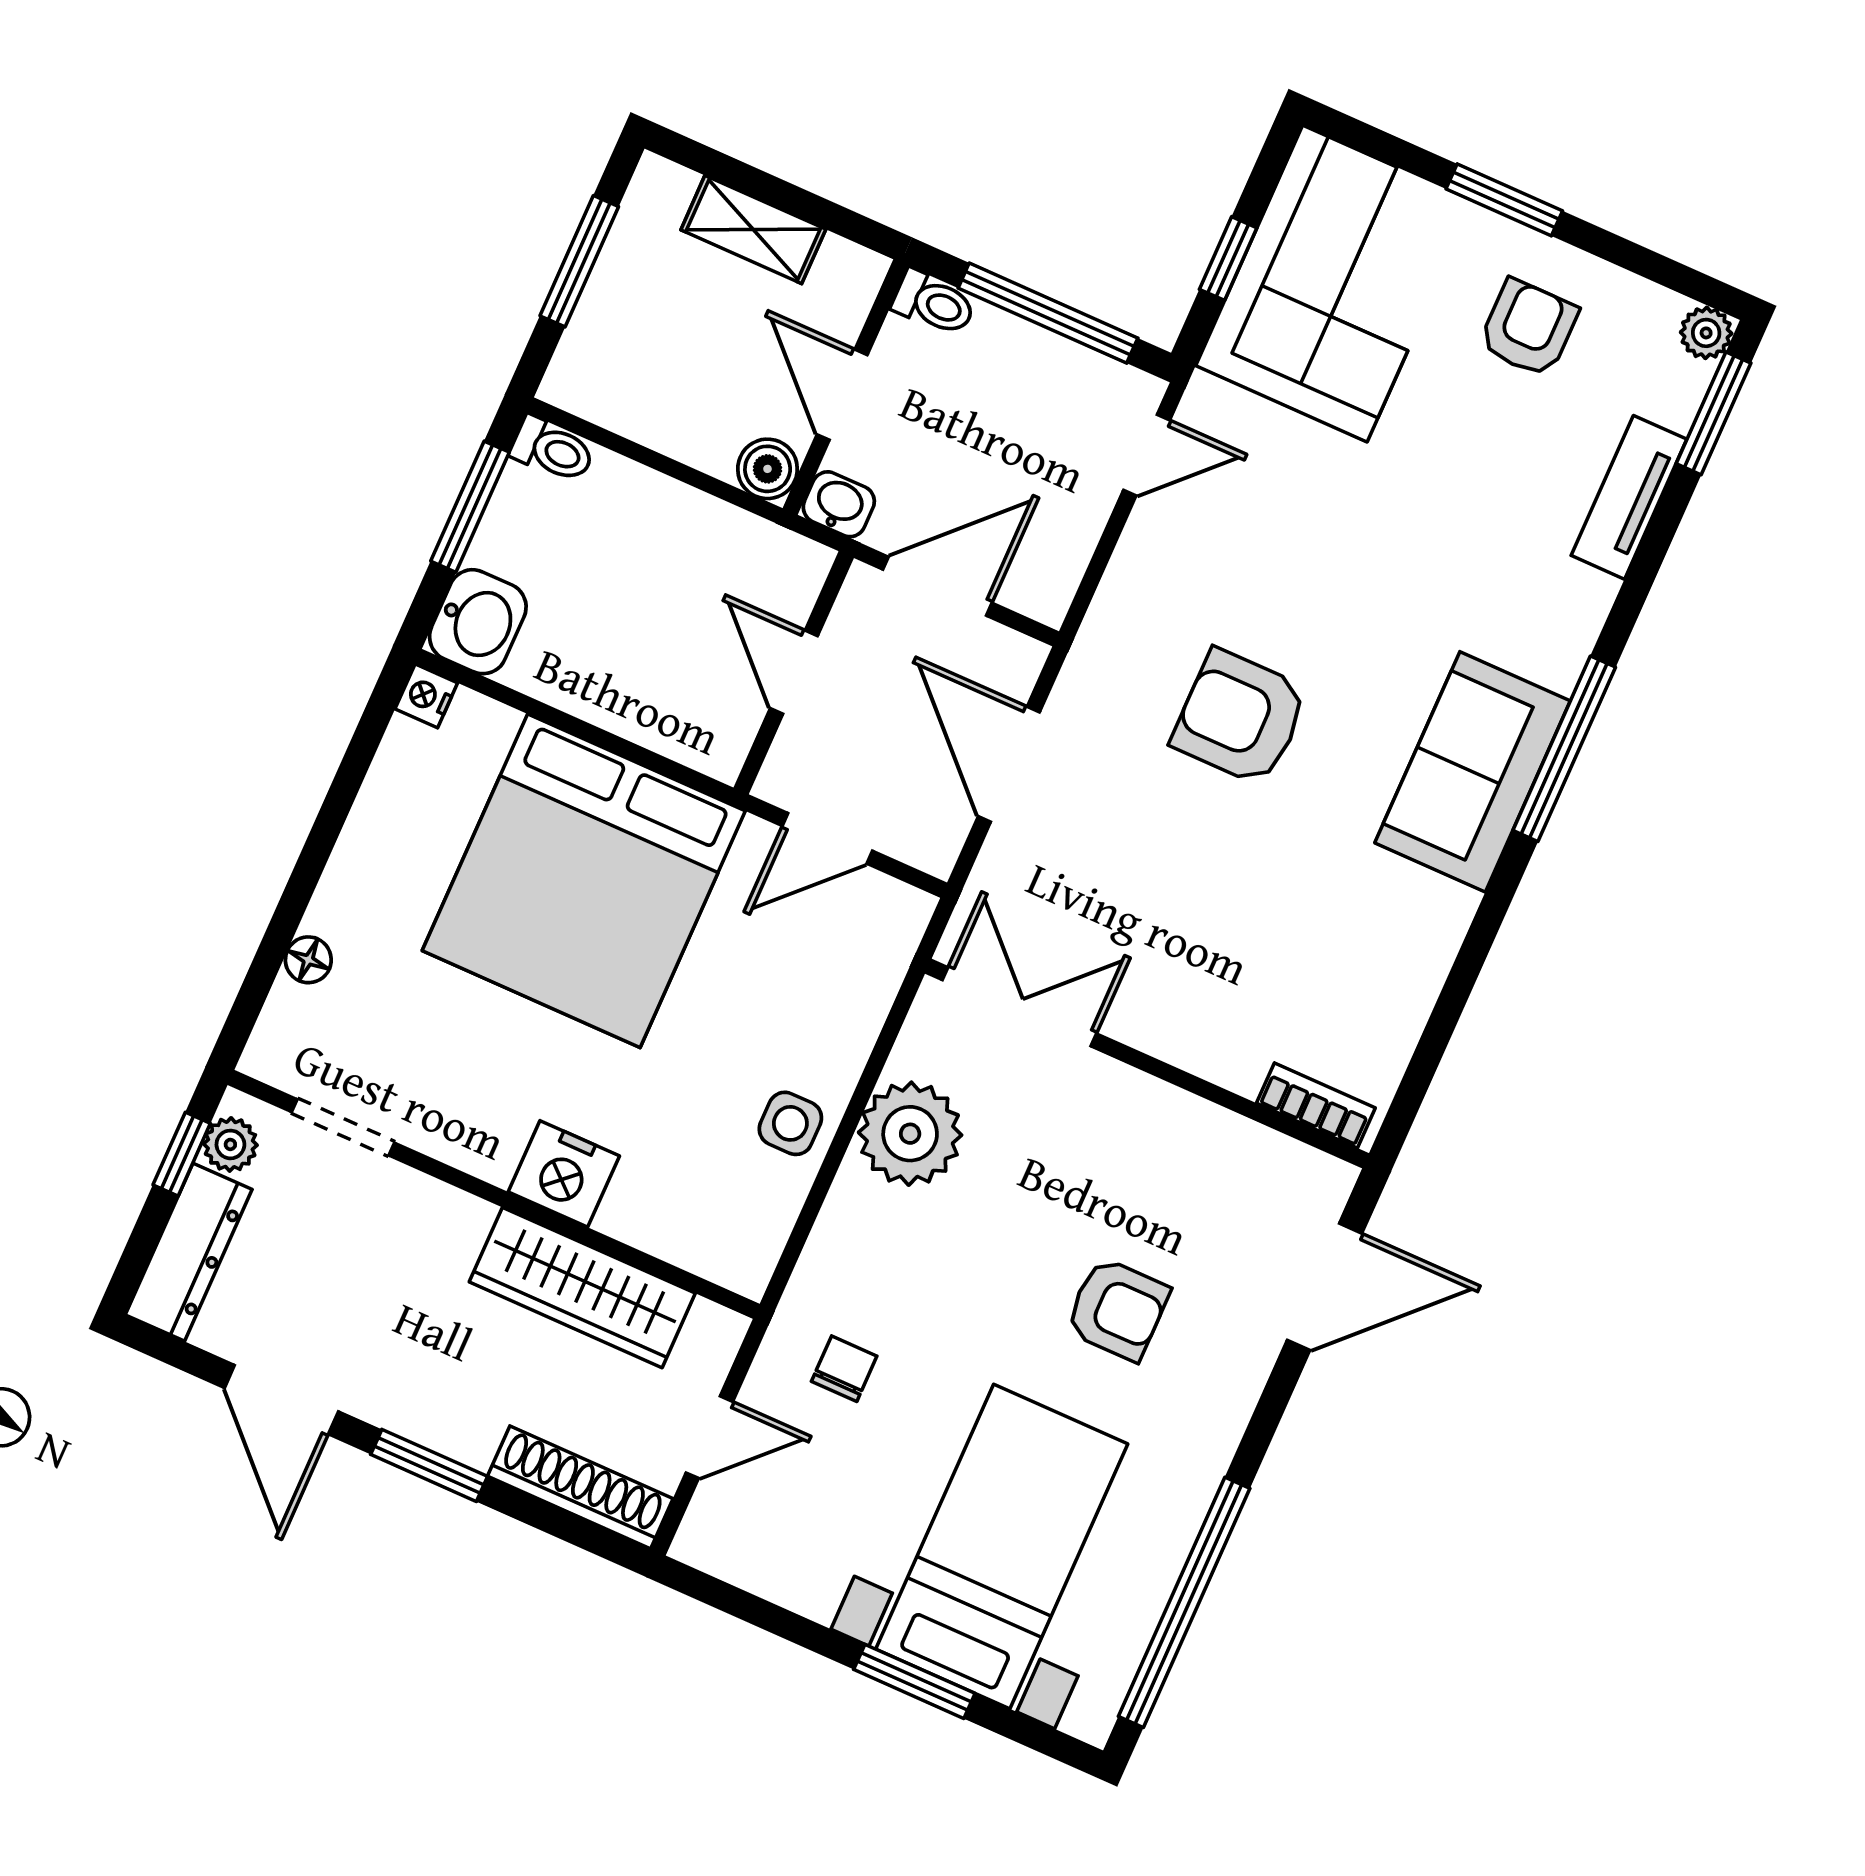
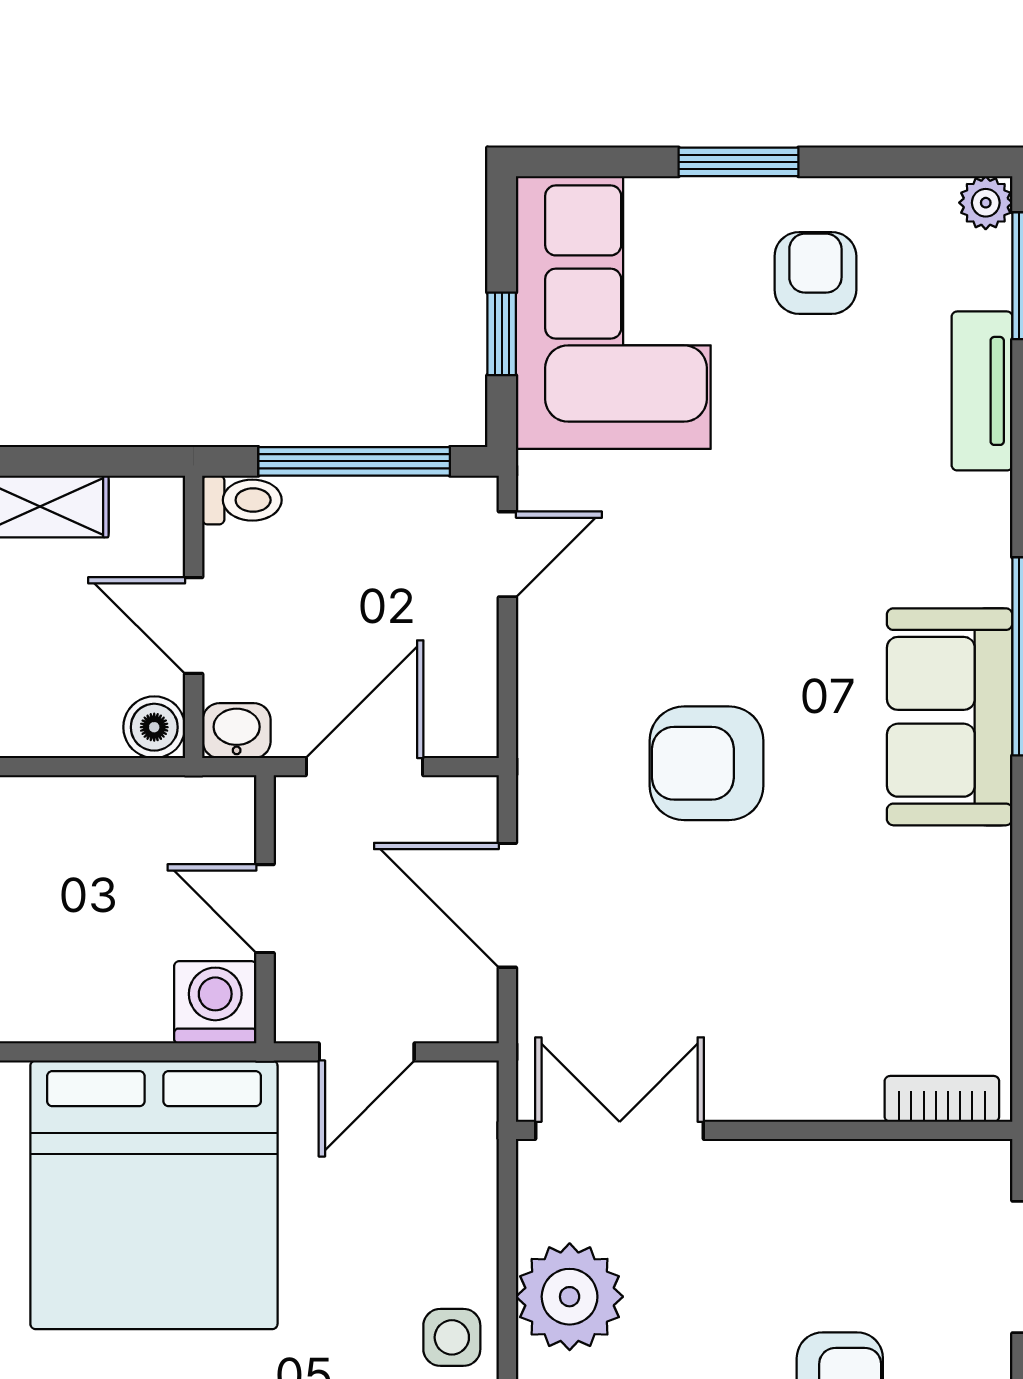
washing machine: (713, 735) -> (215, 1002), added

